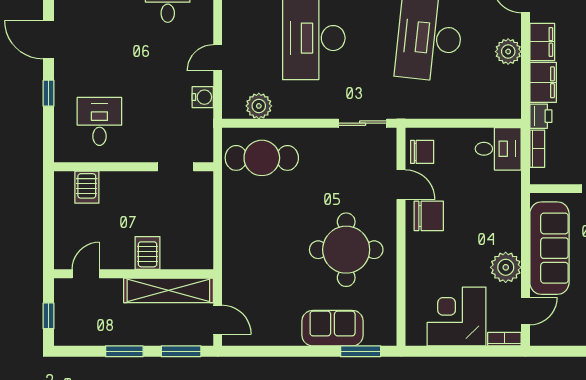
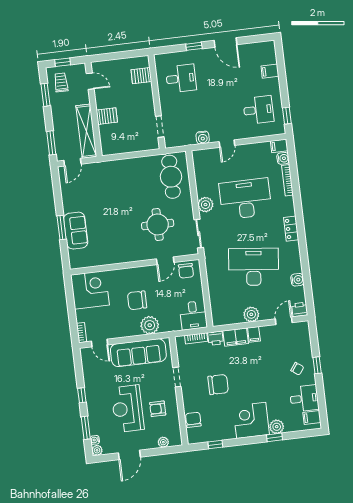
door: (48, 40) -> (226, 43), swing flipped
filing cabinet: (542, 42) -> (254, 334), width x0.50
door: (218, 58) -> (227, 144), swing flipped
plant: (259, 106) -> (205, 205), moved
chair: (429, 216) -> (137, 300), moved, turned 90
round table: (346, 250) -> (158, 224), moved, width x0.73, depth x0.73
plant: (506, 267) -> (150, 325), moved
corner desk: (457, 316) -> (90, 290), moved
trolley: (82, 323) -> (61, 82), added
window: (124, 351) -> (45, 95), moved
window: (361, 351) -> (62, 227), moved

